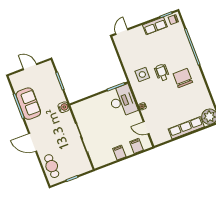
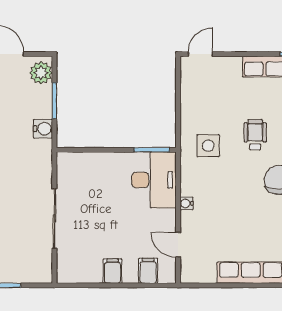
plant: (48, 70) -> (41, 73), added
wheelchair: (162, 73) -> (255, 135), moved
water cooler: (64, 107) -> (43, 129), moved

